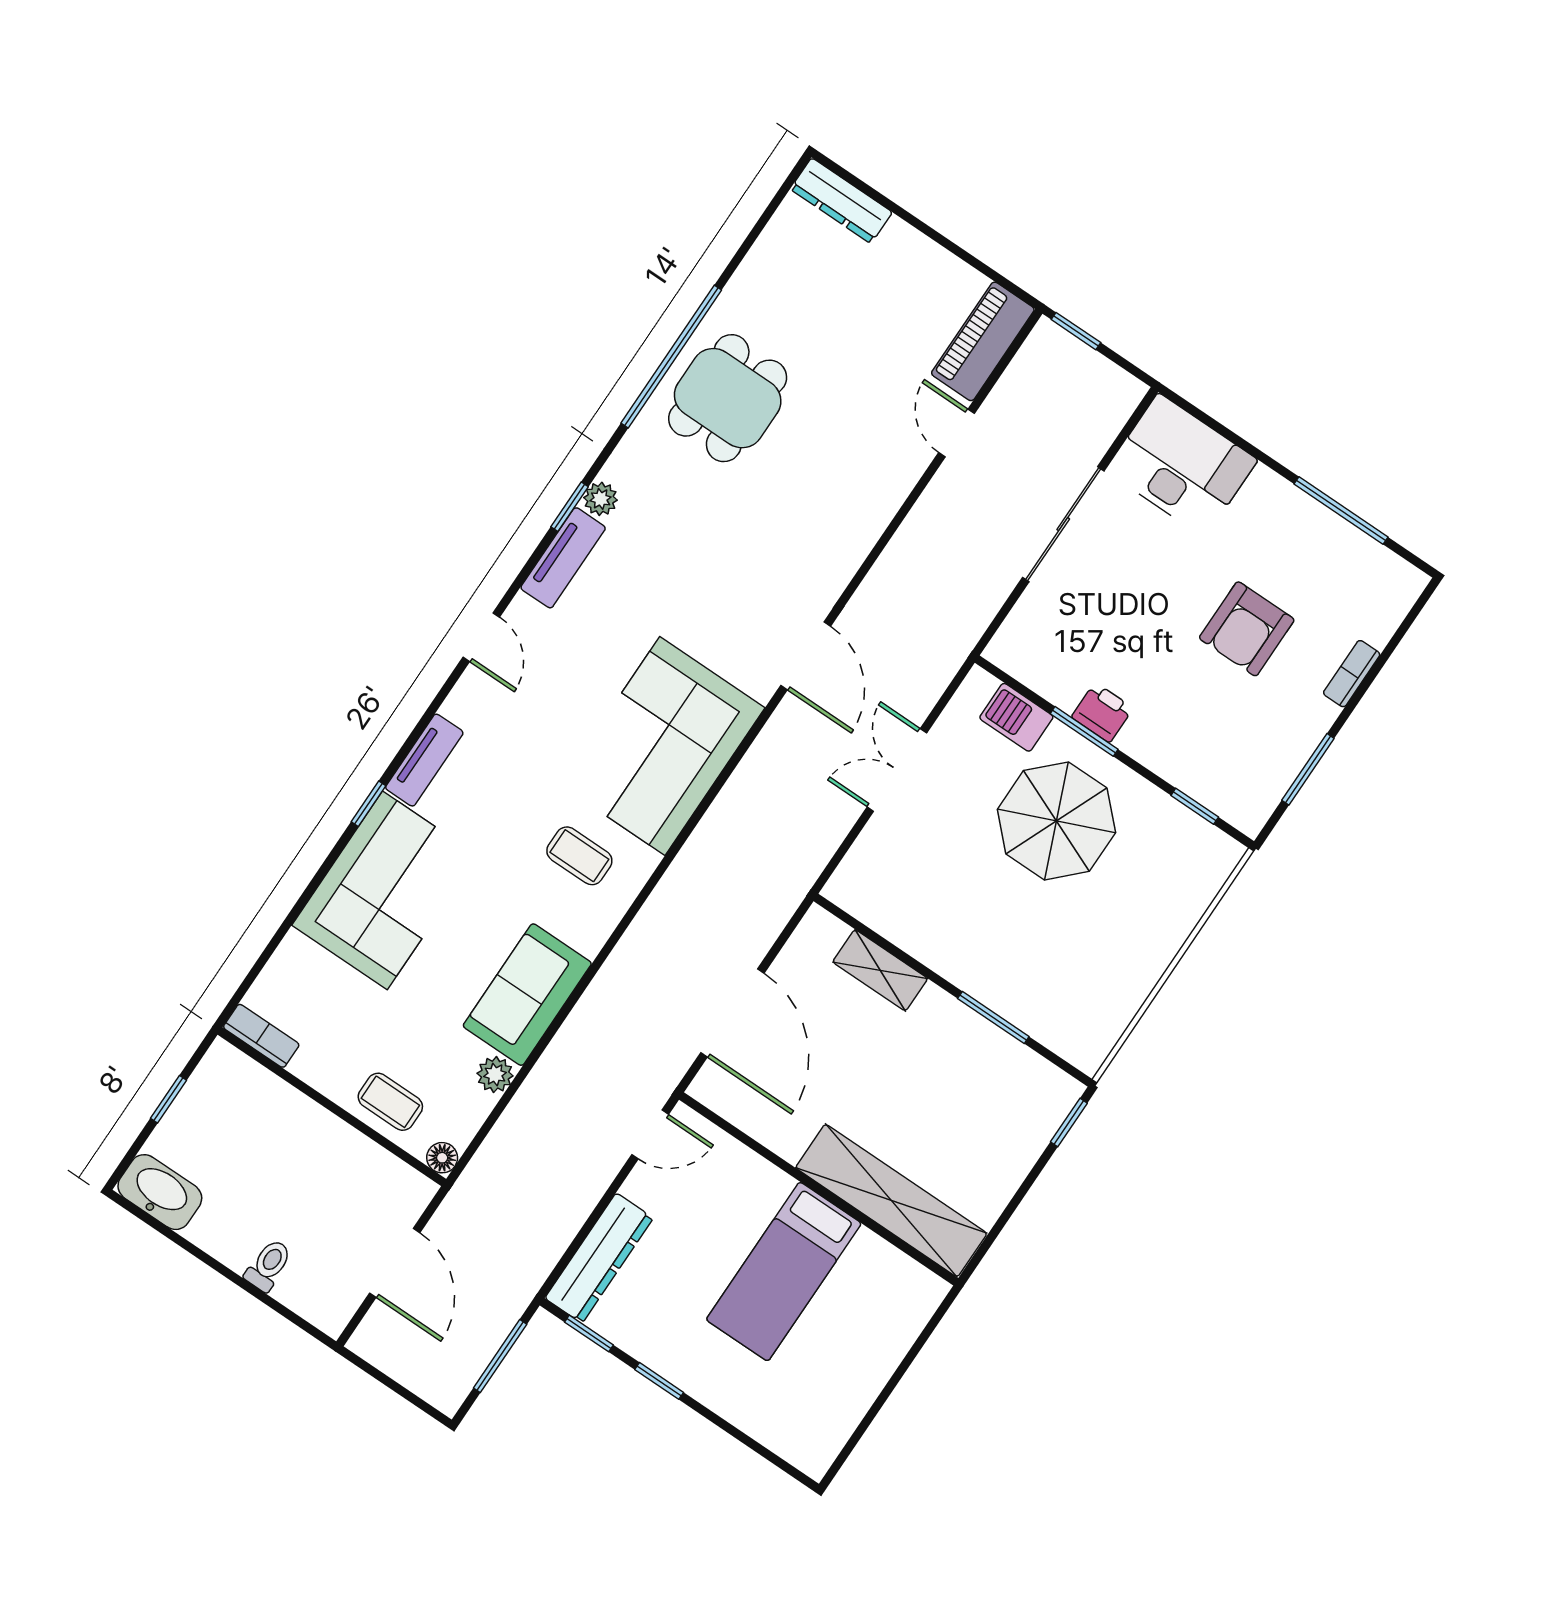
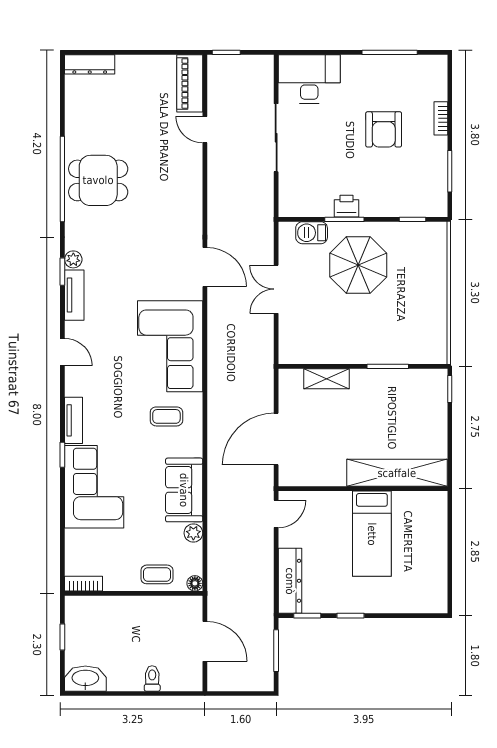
dining table: (728, 398) -> (98, 180), turned 90
door: (732, 1013) -> (276, 439), swing flipped

